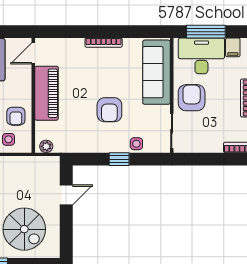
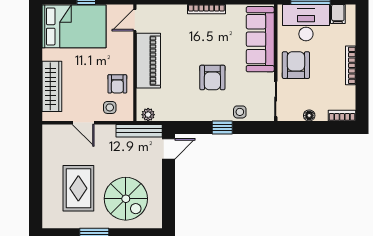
floor lamp: (205, 147) -> (309, 115), added
bench: (37, 162) -> (139, 131), added
door: (66, 195) -> (168, 149), moved

